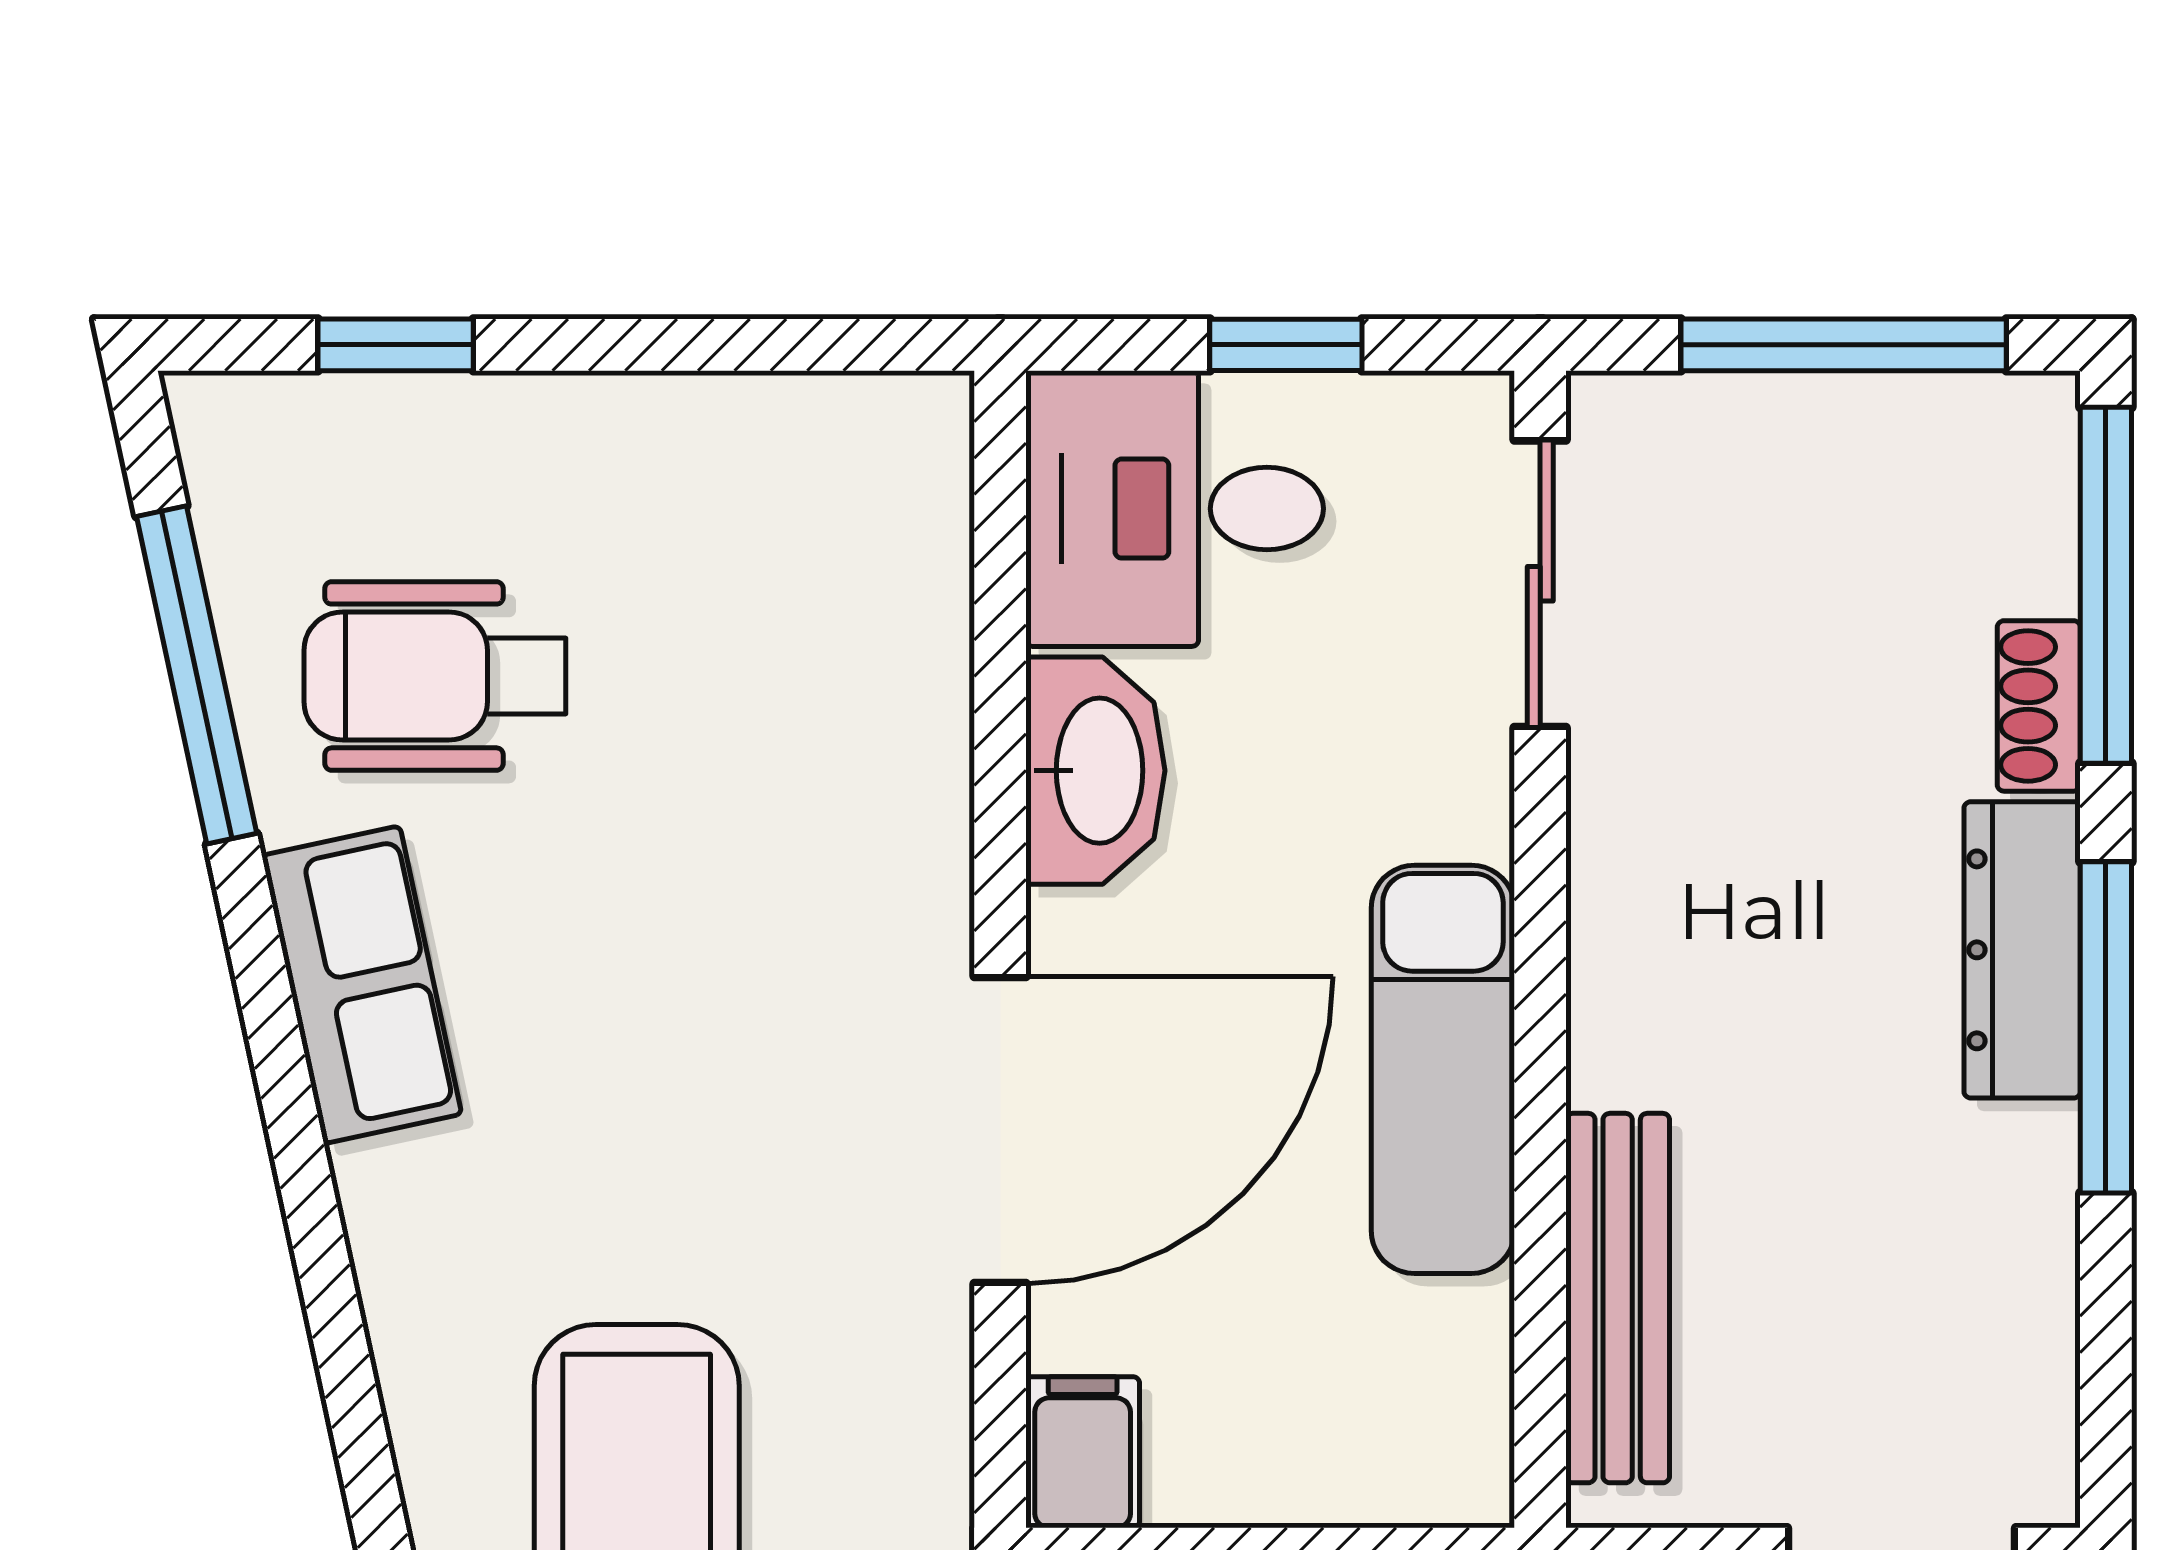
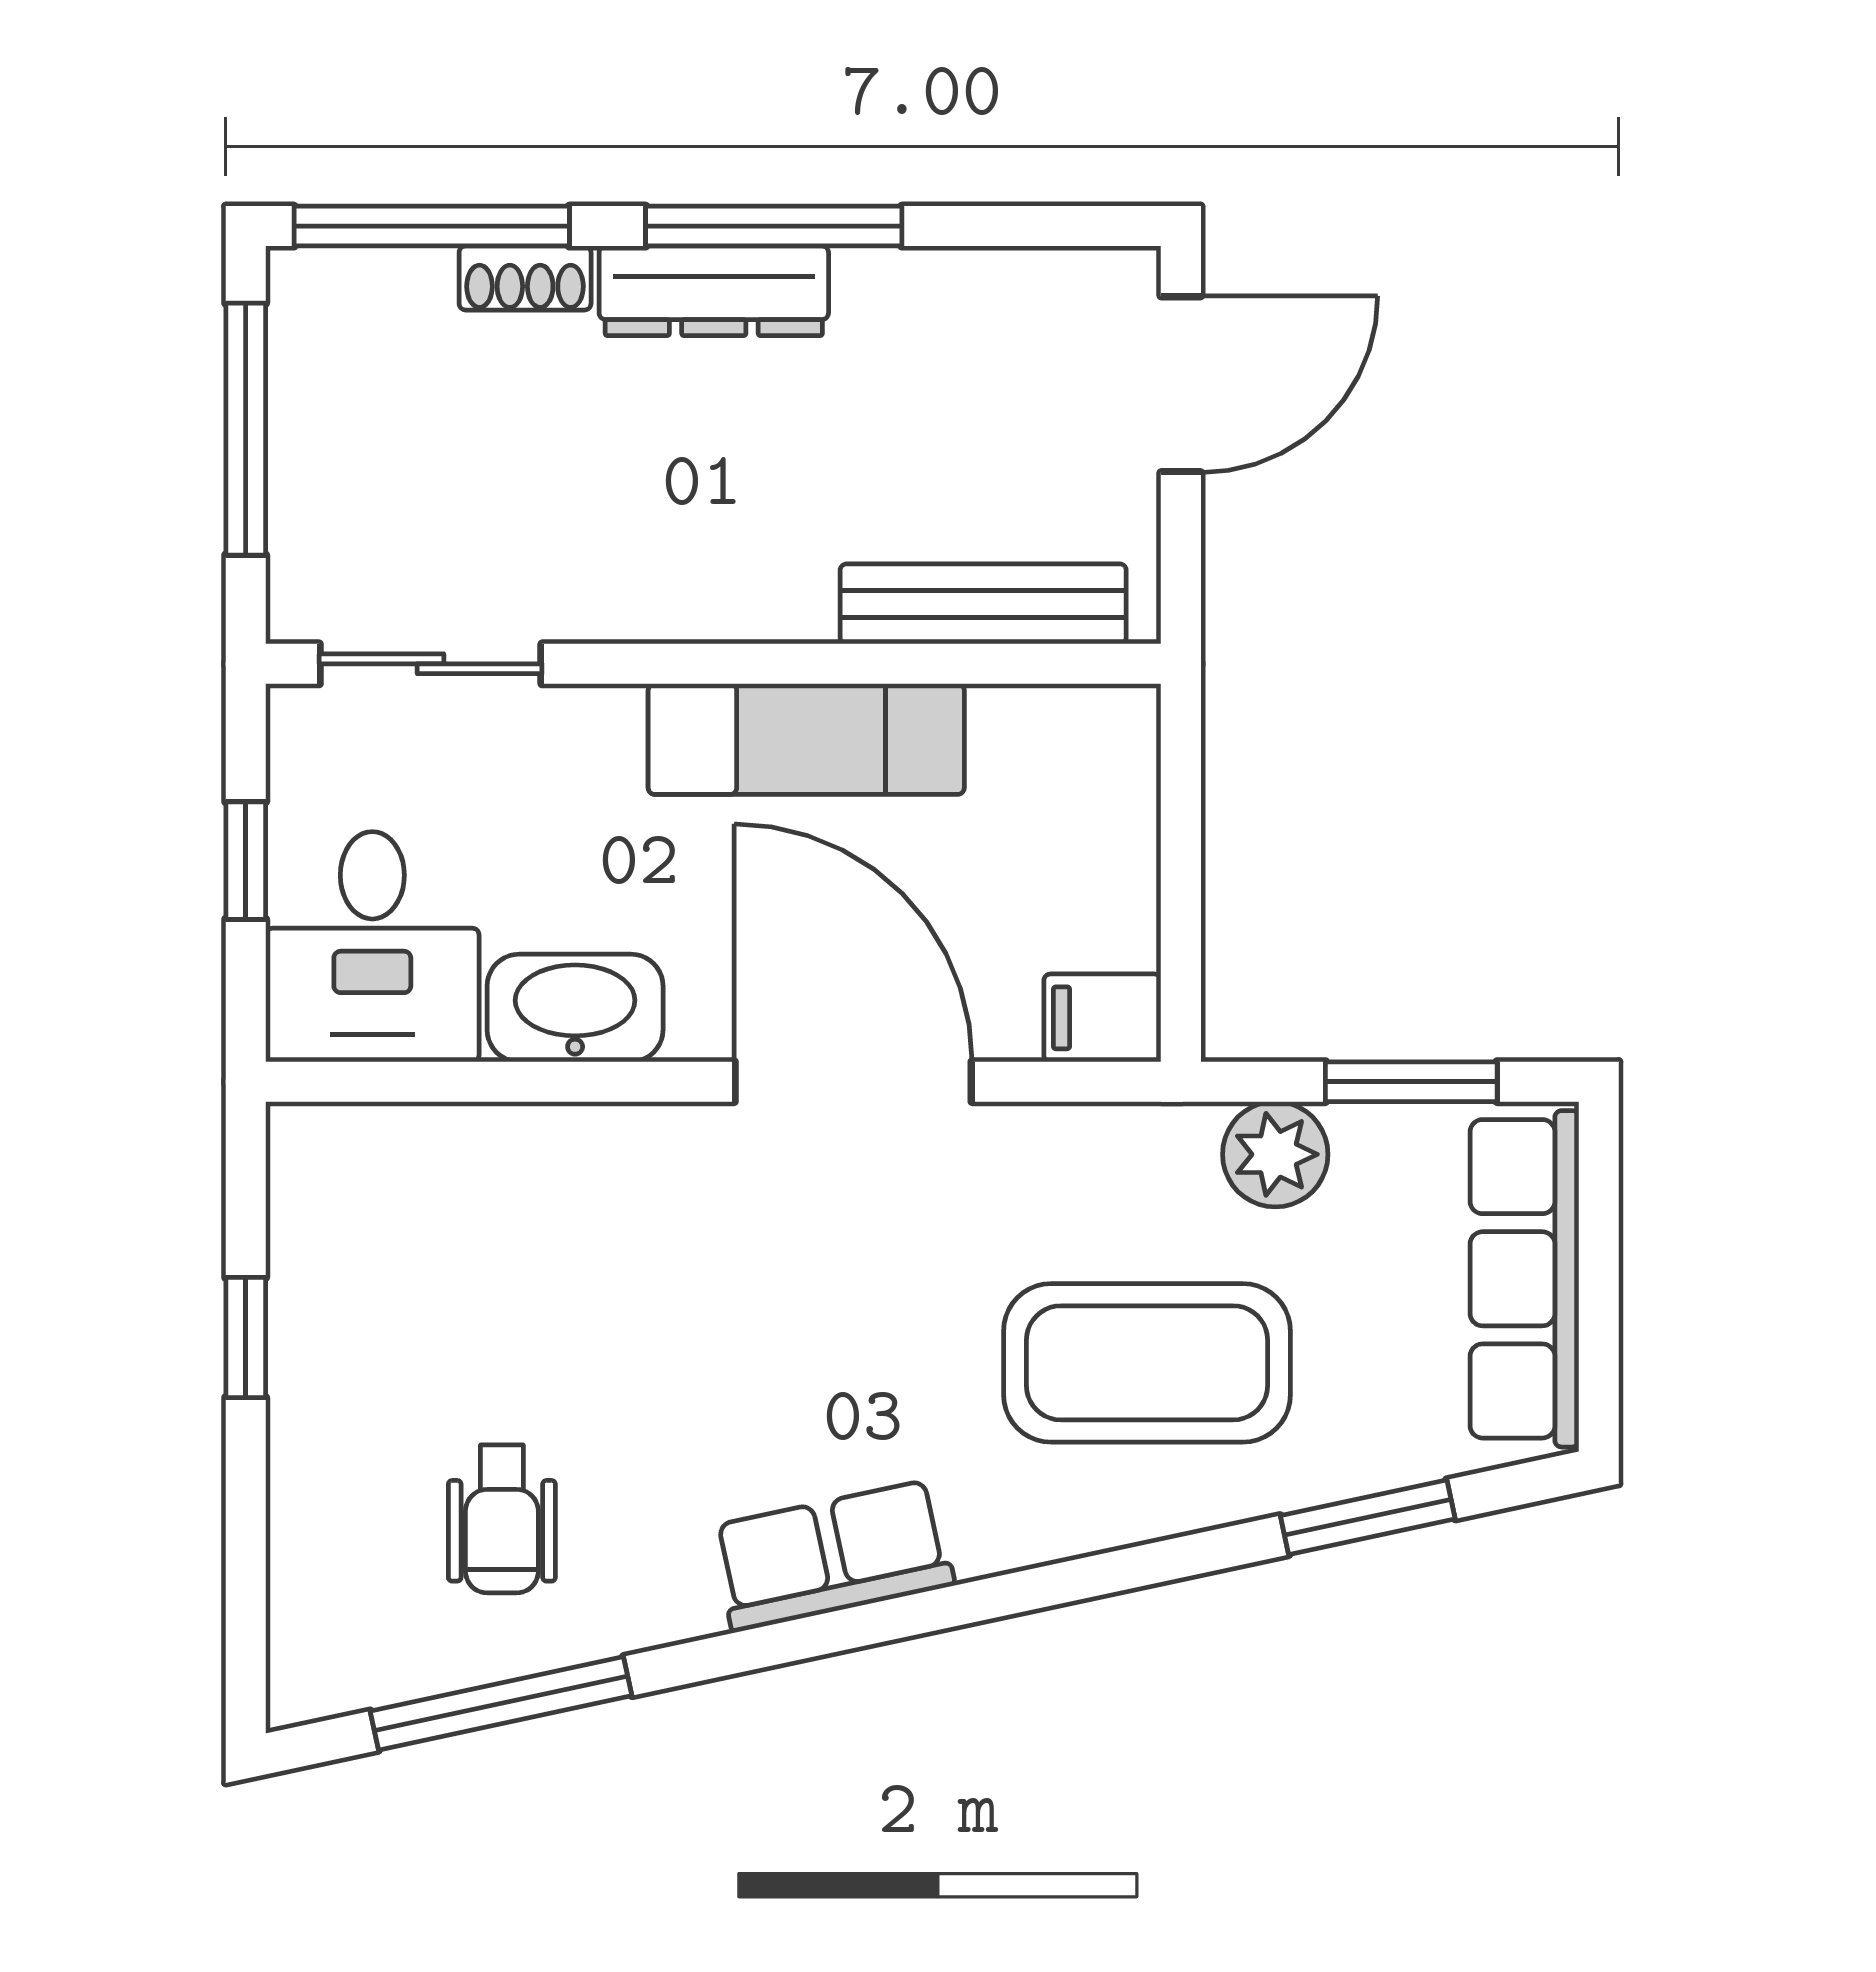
window: (396, 345) -> (246, 1337), moved
wheelchair: (435, 676) -> (502, 1519), width x0.73, depth x0.73
row of seats: (362, 985) -> (833, 1556), moved

